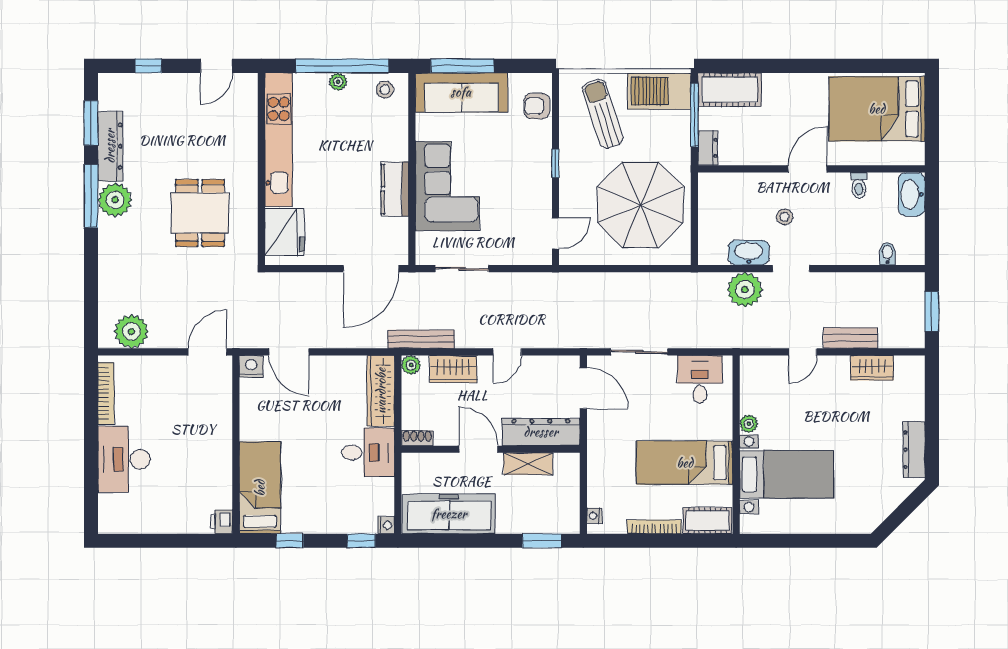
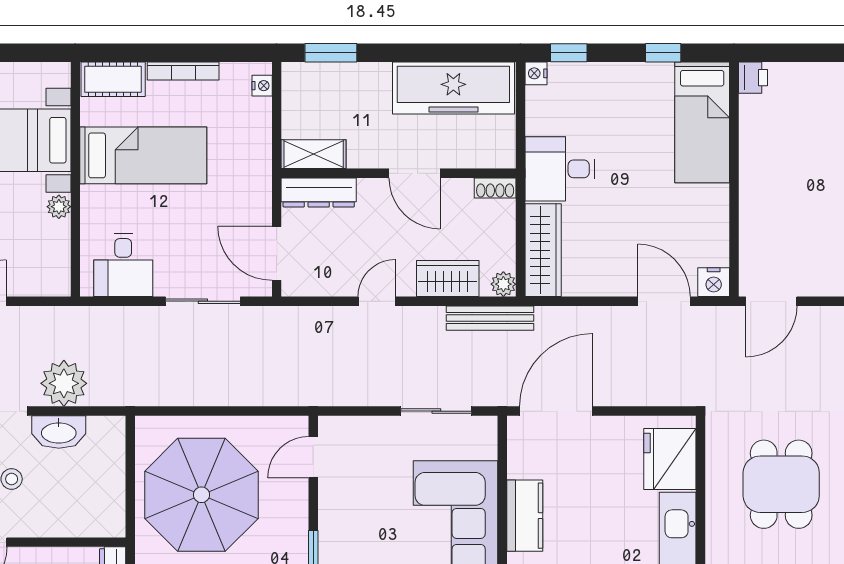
dresser: (541, 432) -> (319, 192), width x0.73, depth x0.80
shelving: (528, 464) -> (314, 154), moved

